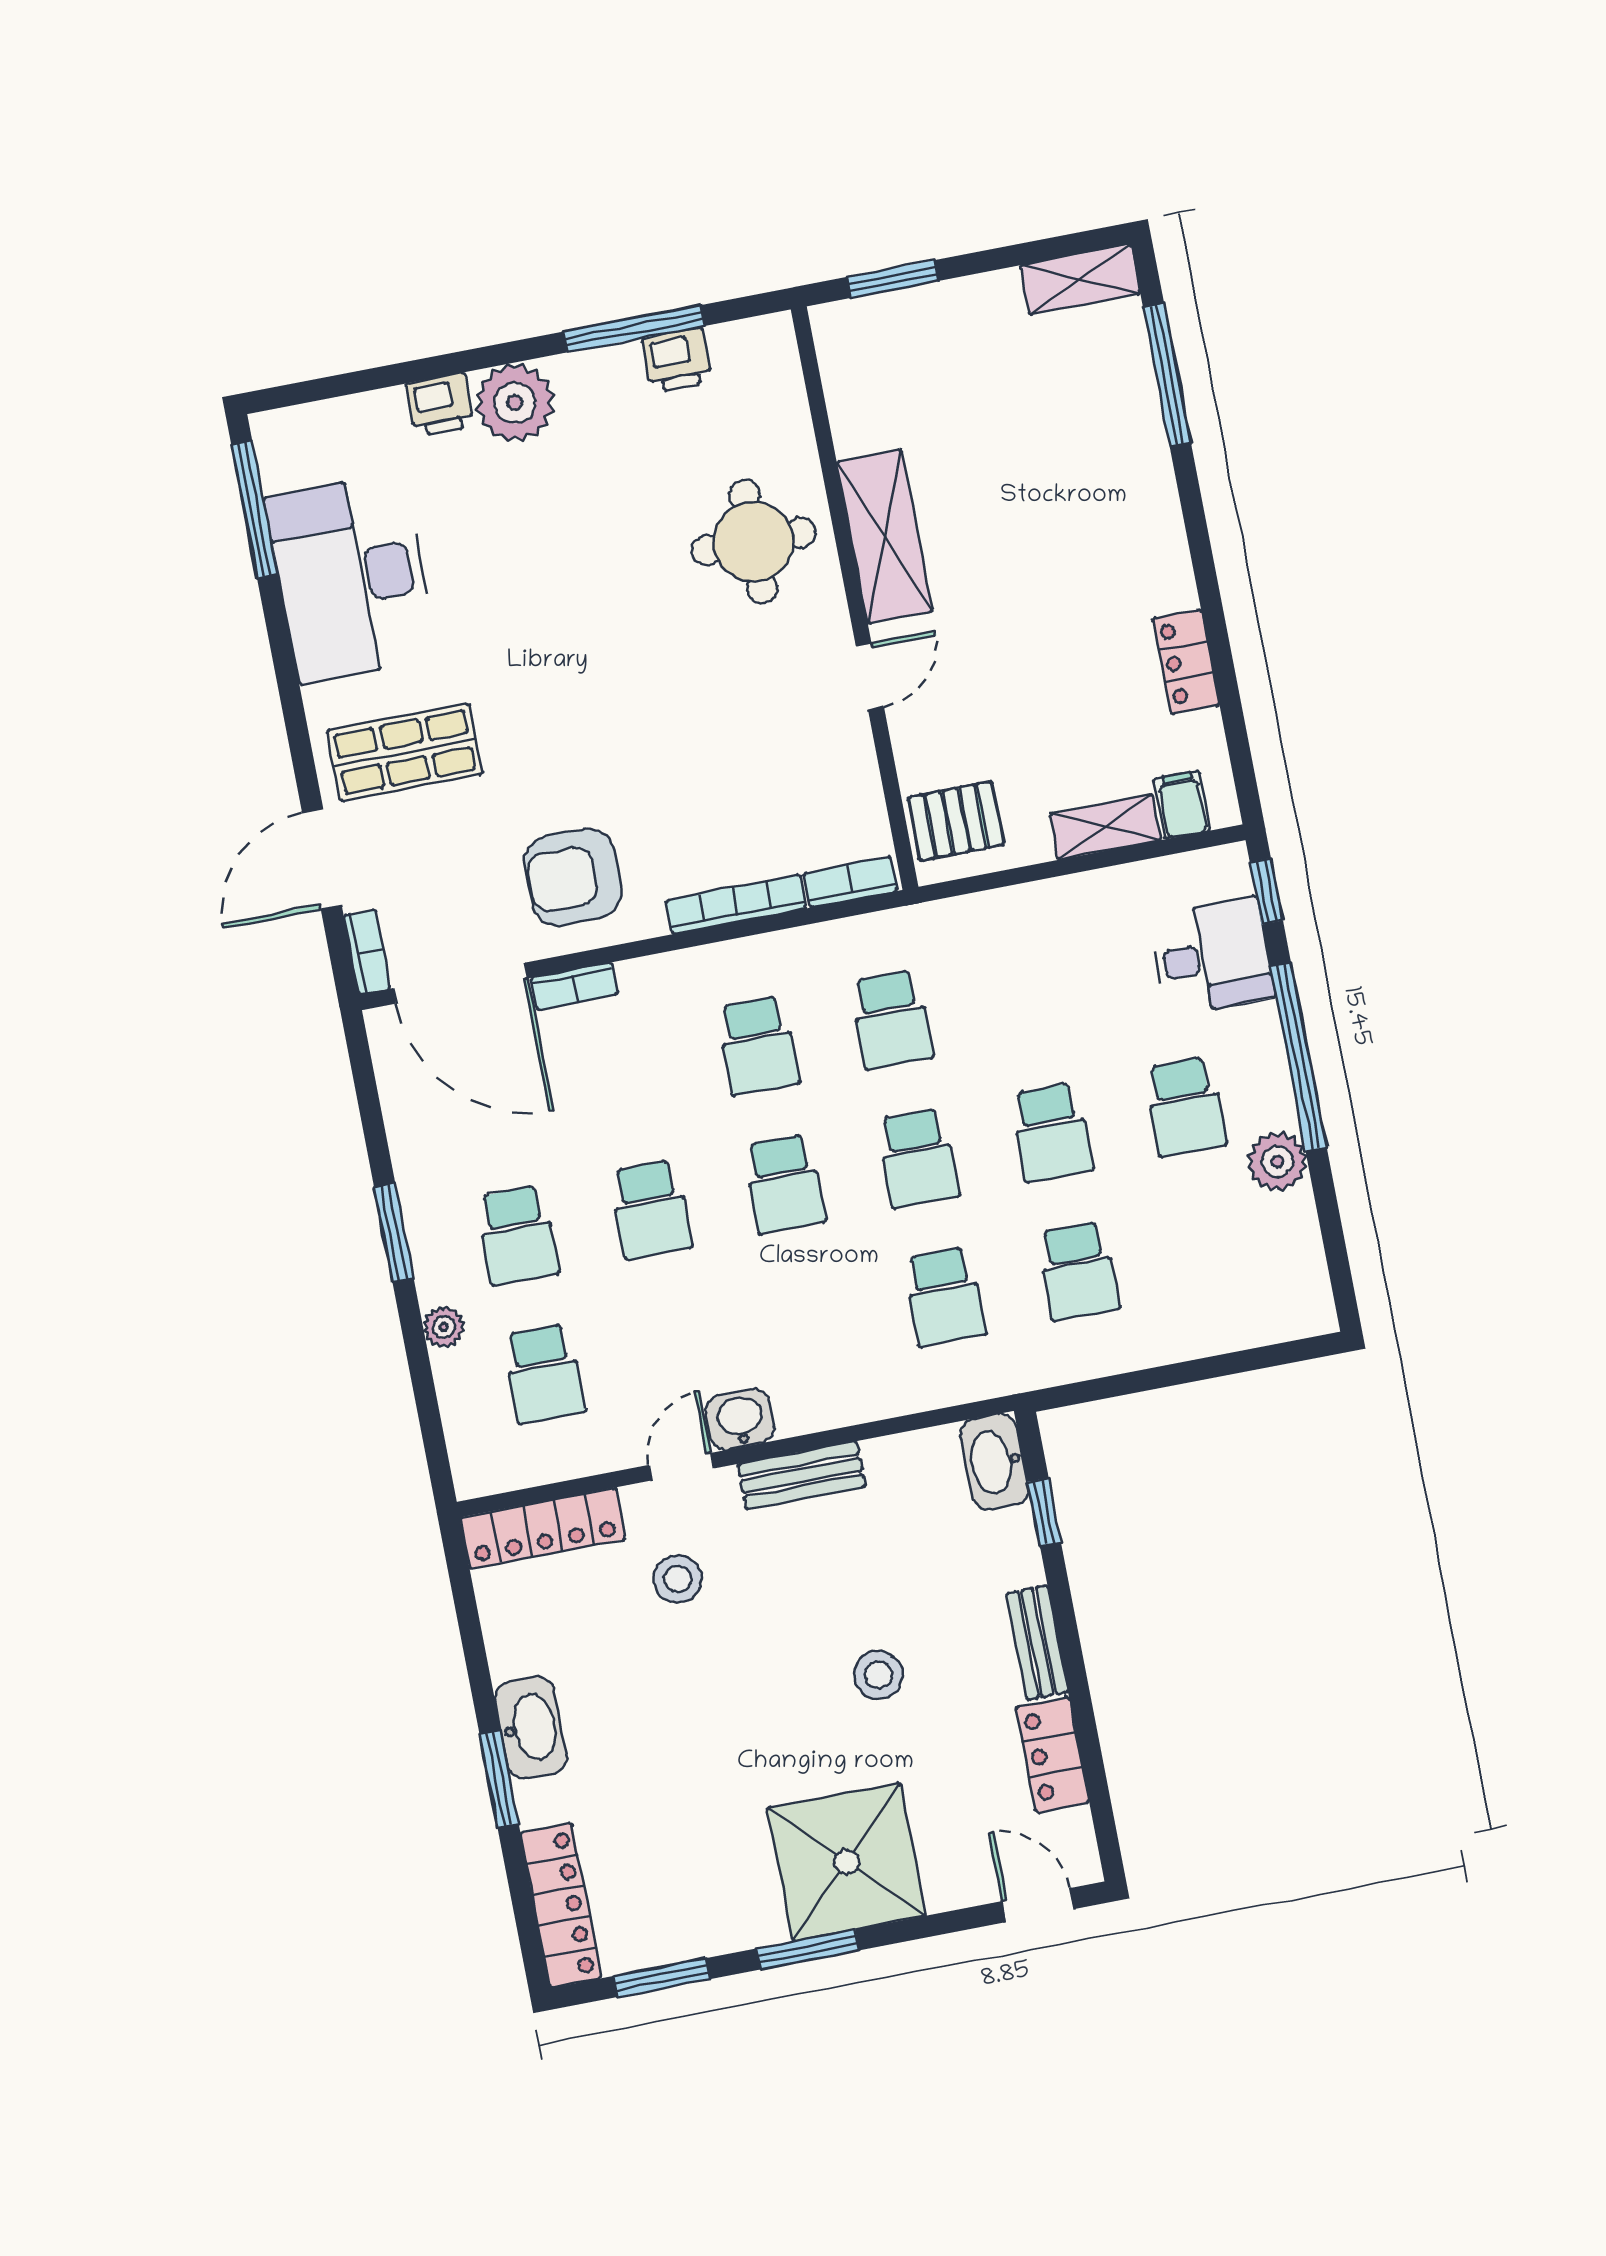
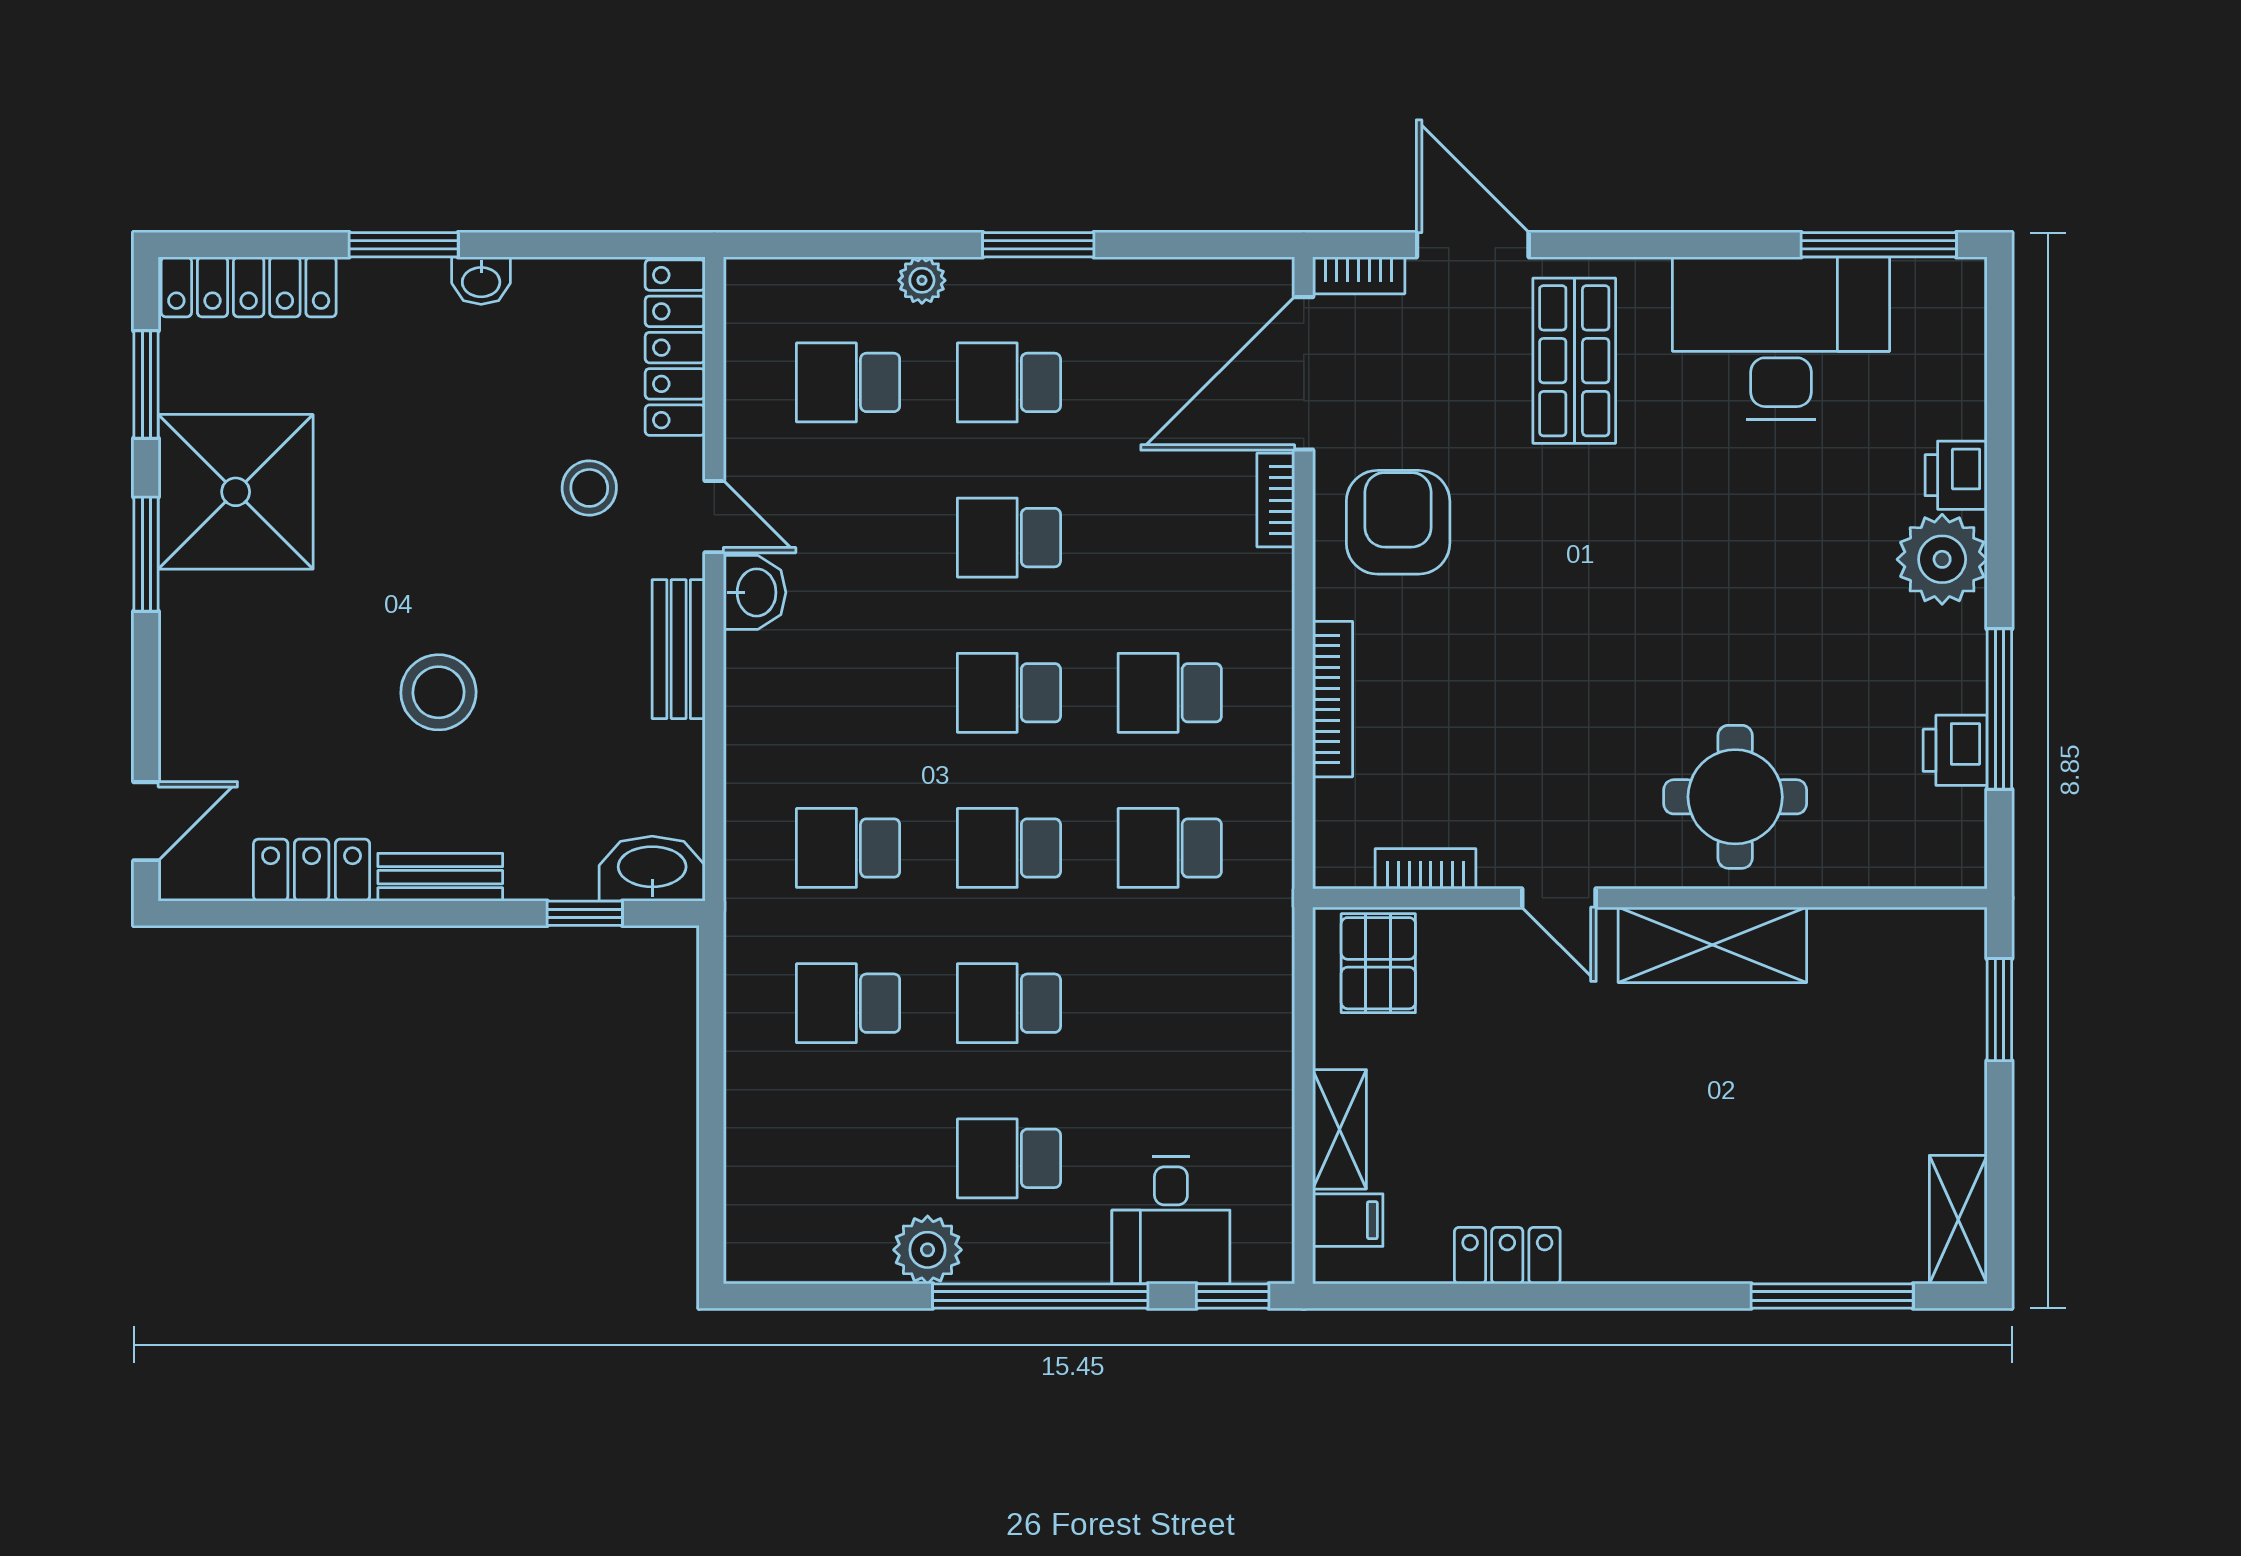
bookcase: (850, 882) -> (1425, 869), moved, turned -90
stool: (878, 1675) -> (438, 692), width x1.38, depth x1.38
washbasin: (531, 1728) -> (481, 281), width x0.52, depth x0.69
shower: (846, 1862) -> (236, 492), moved

